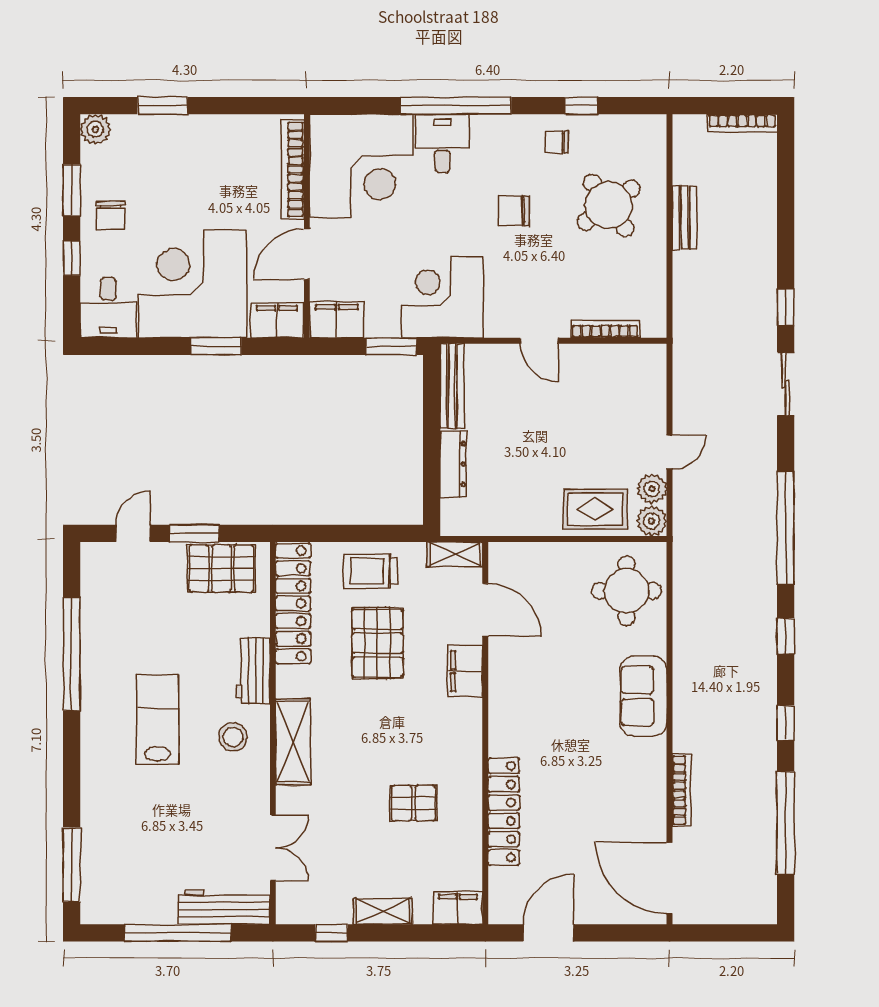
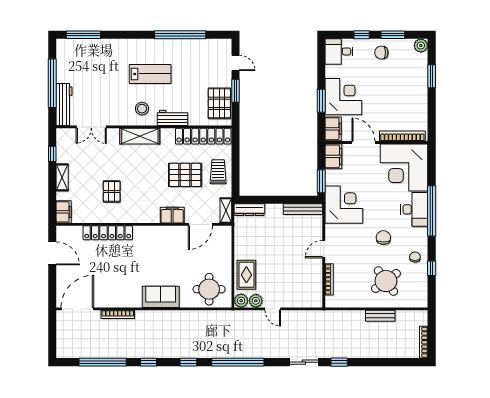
desk: (442, 143) -> (414, 209), width x1.37
corner desk: (193, 284) -> (343, 97), width x0.74, depth x0.74
dresser: (453, 464) -> (249, 210), moved

